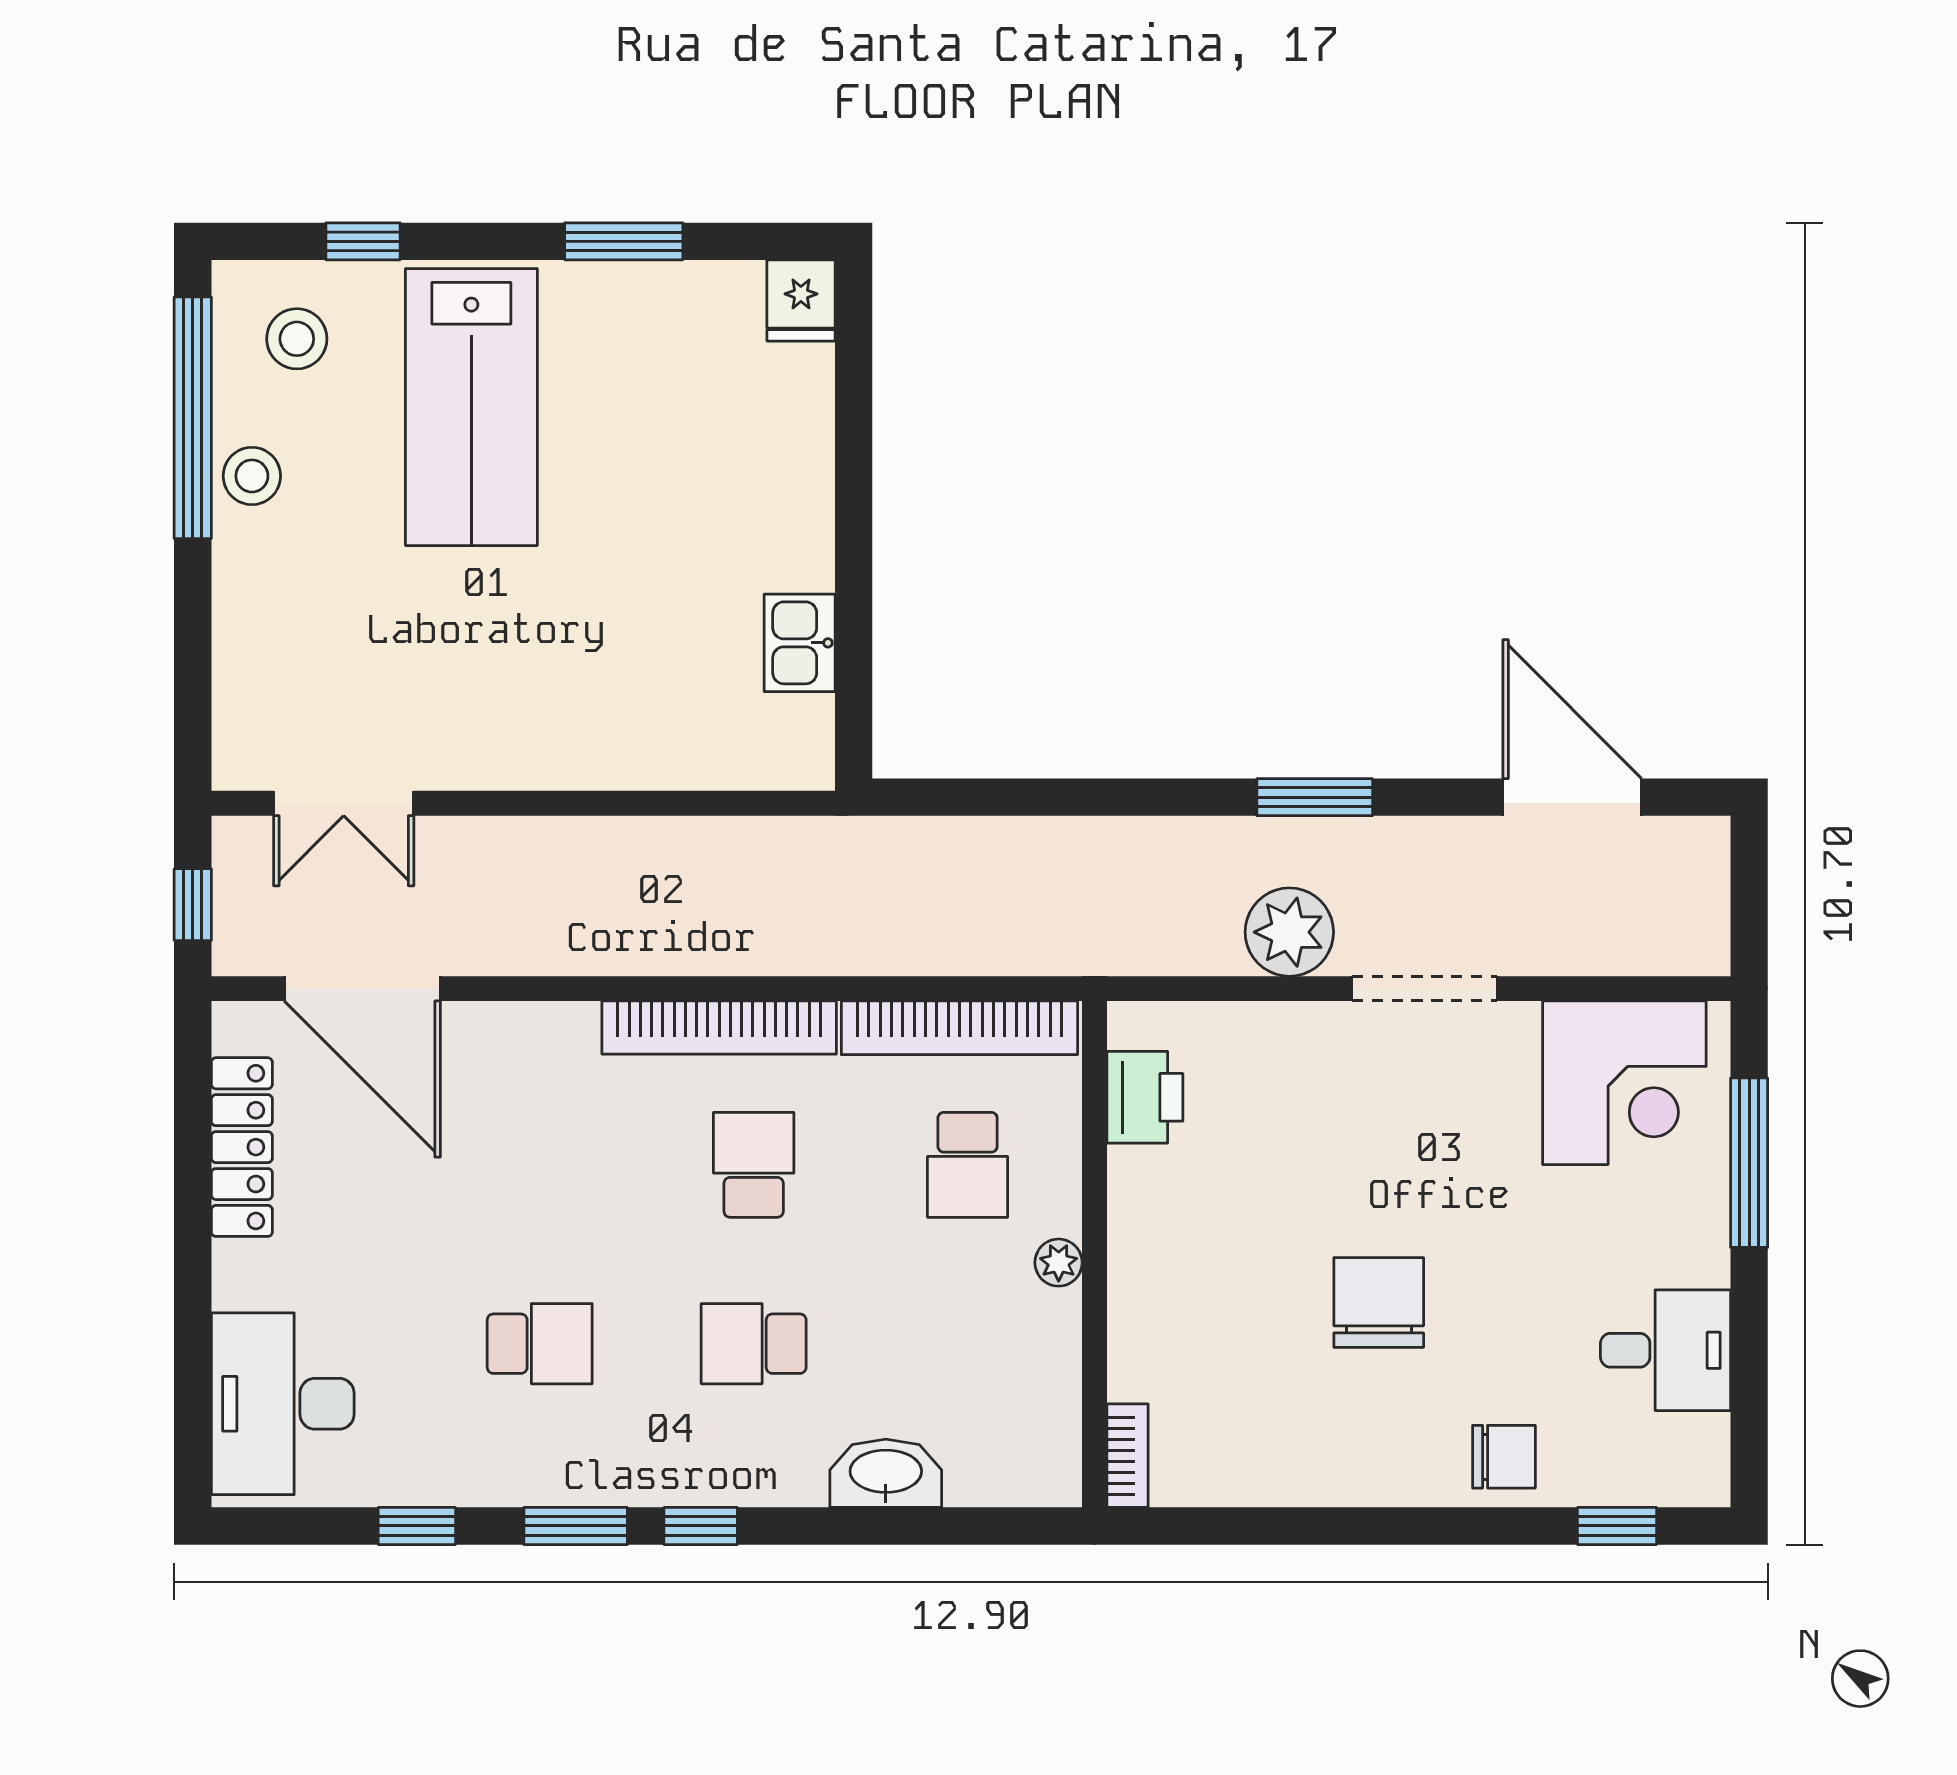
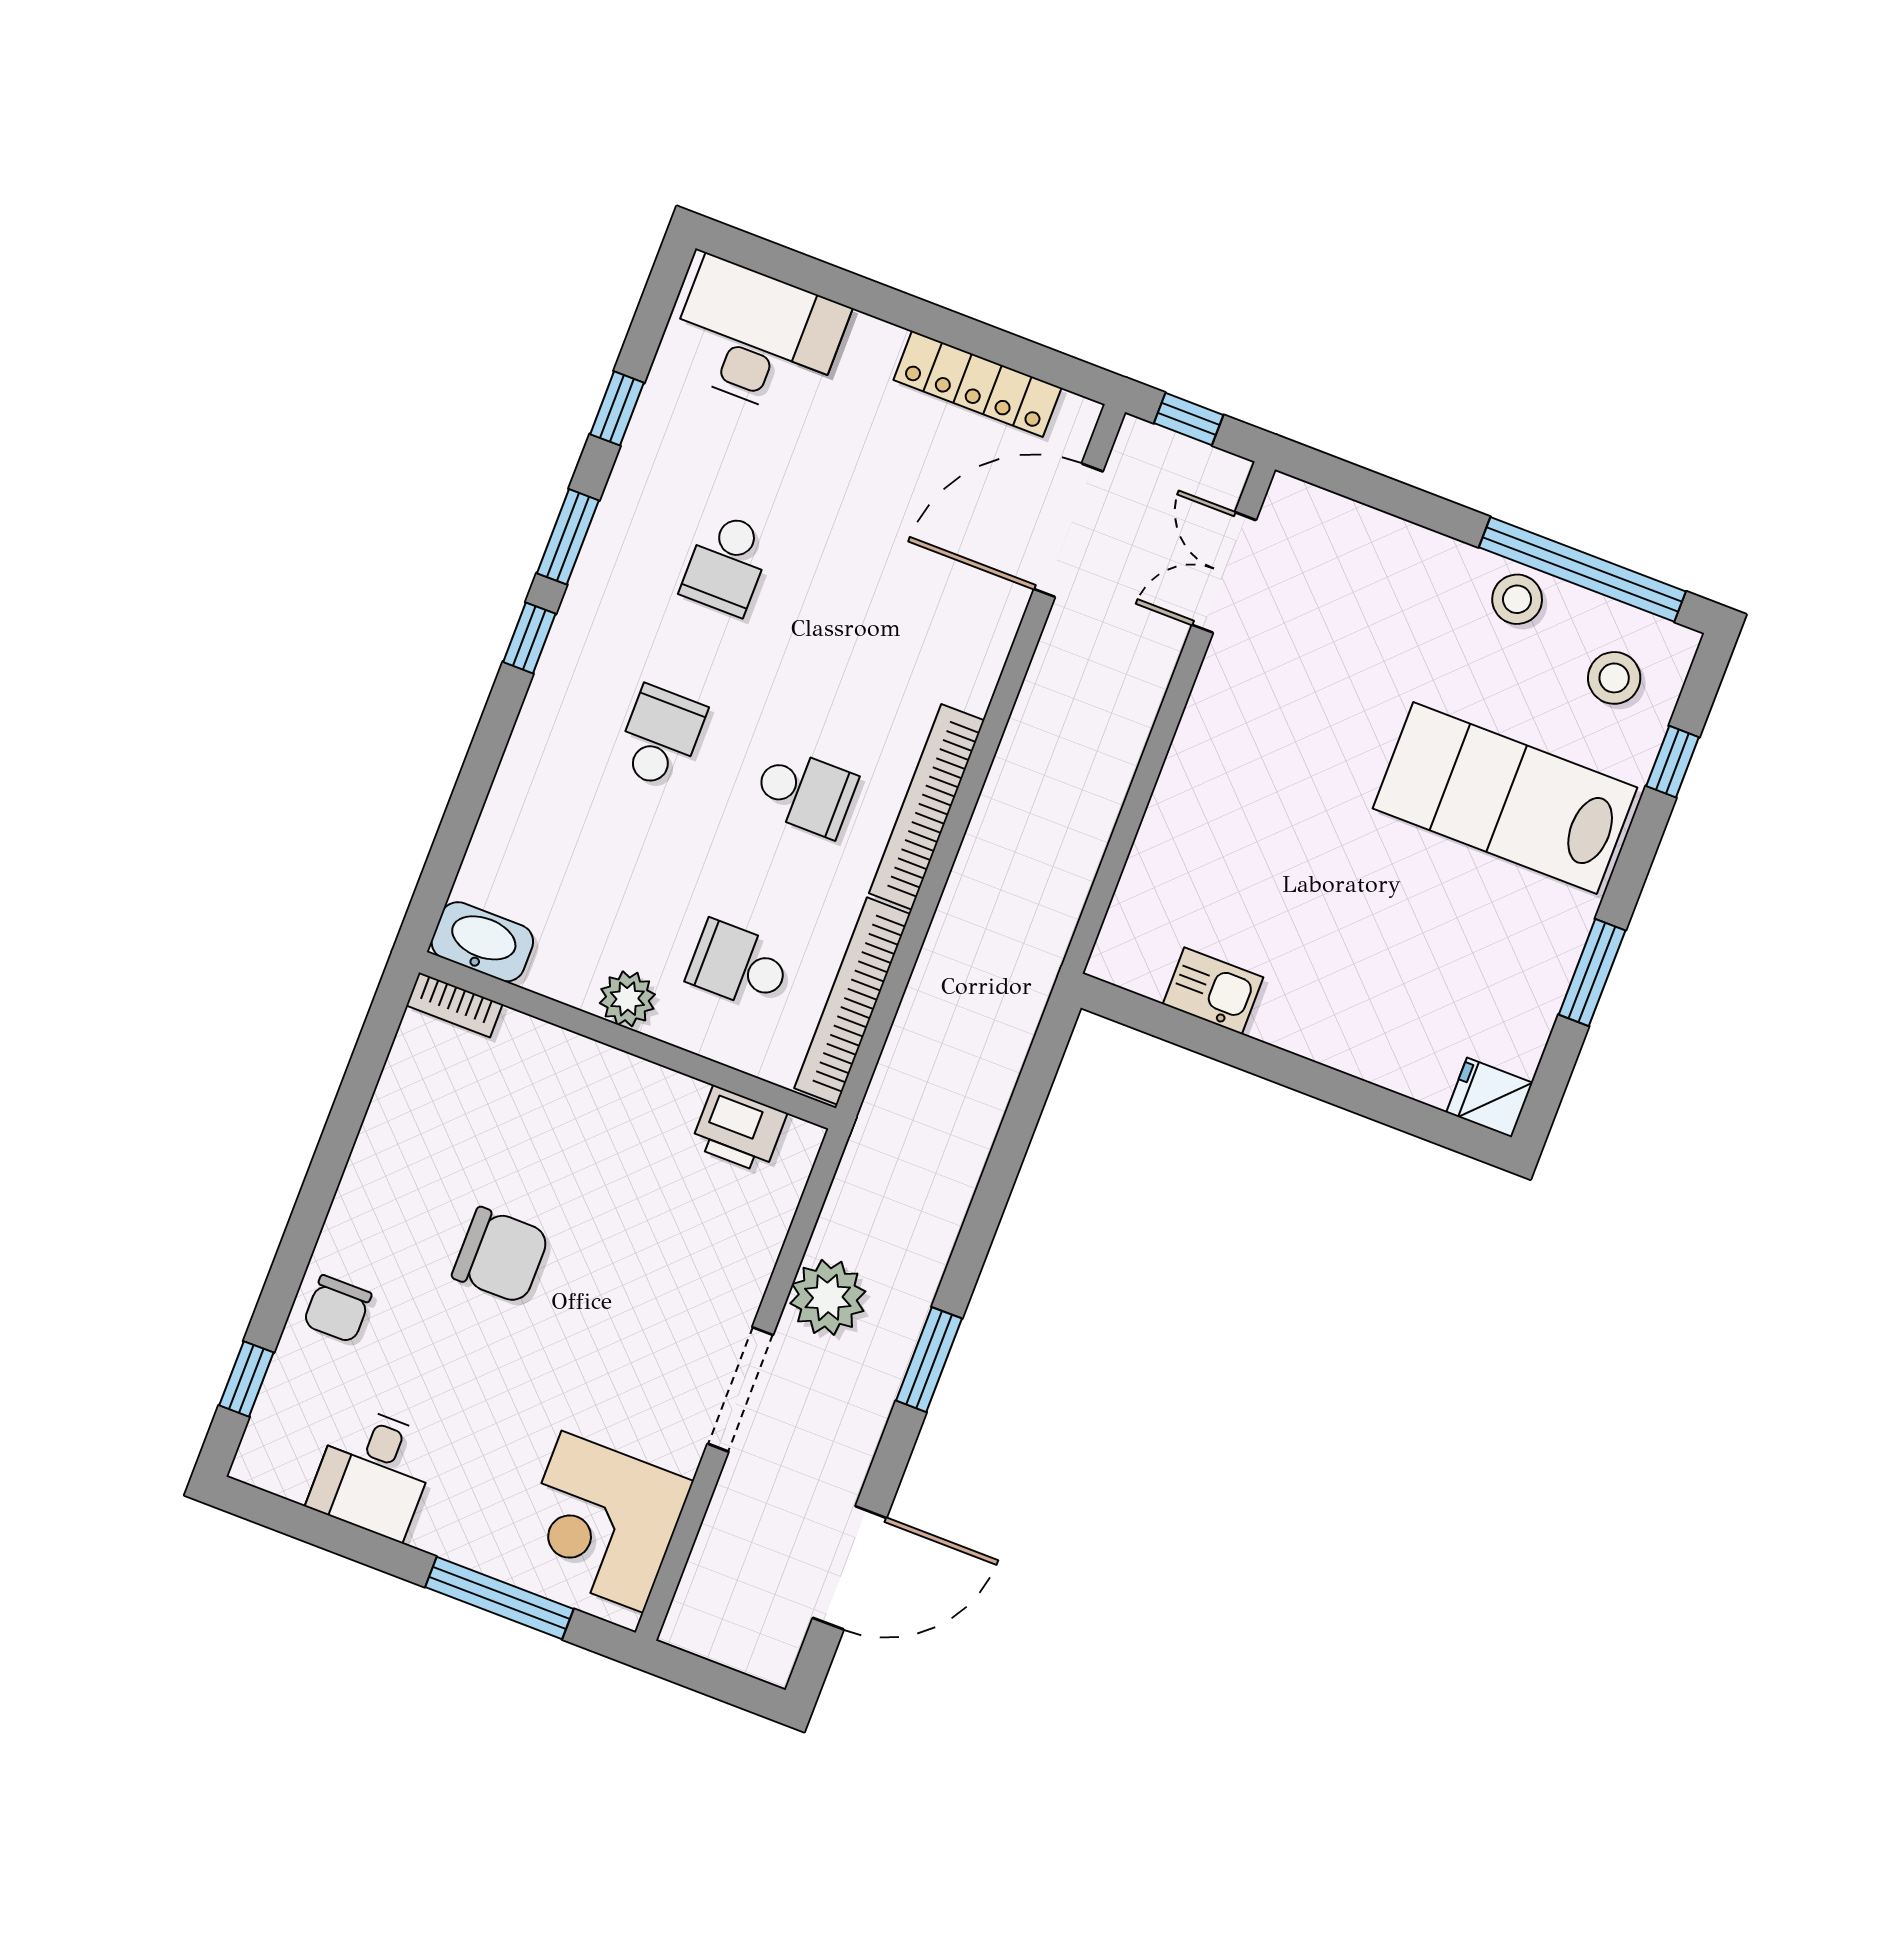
plant: (1059, 1263) -> (627, 999), width x1.38, depth x1.38
washbasin: (886, 1473) -> (482, 942), moved, turned -90

